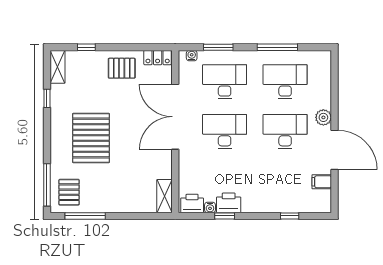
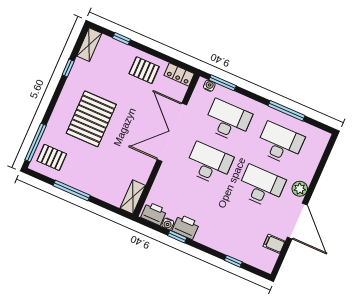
window: (218, 47) -> (223, 83), moved
pallet: (69, 192) -> (52, 157), turned 90
window: (85, 216) -> (72, 190), moved

